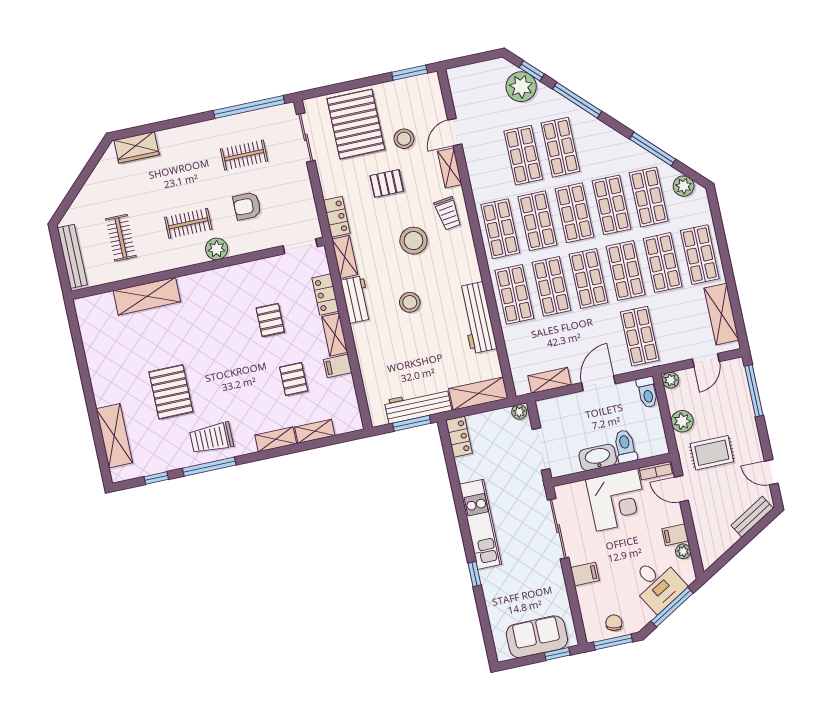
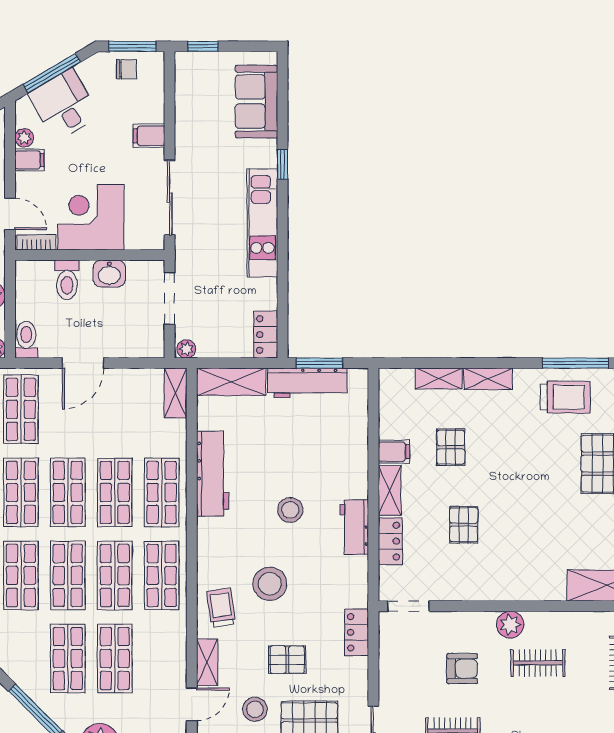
shelving: (345, 257) -> (357, 582), removed
shelving: (550, 380) -> (175, 393), moved, turned 90
washbasin: (598, 457) -> (109, 274), width x0.72
chair: (614, 623) -> (126, 69), turned -102
sofa: (537, 637) -> (257, 102), moved, turned 90

